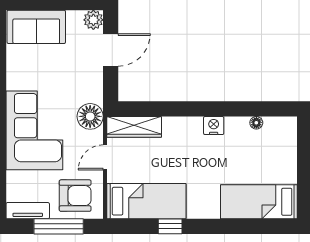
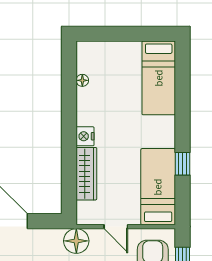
nightstand: (214, 126) -> (85, 136), moved
wardrobe: (134, 127) -> (86, 174), moved

